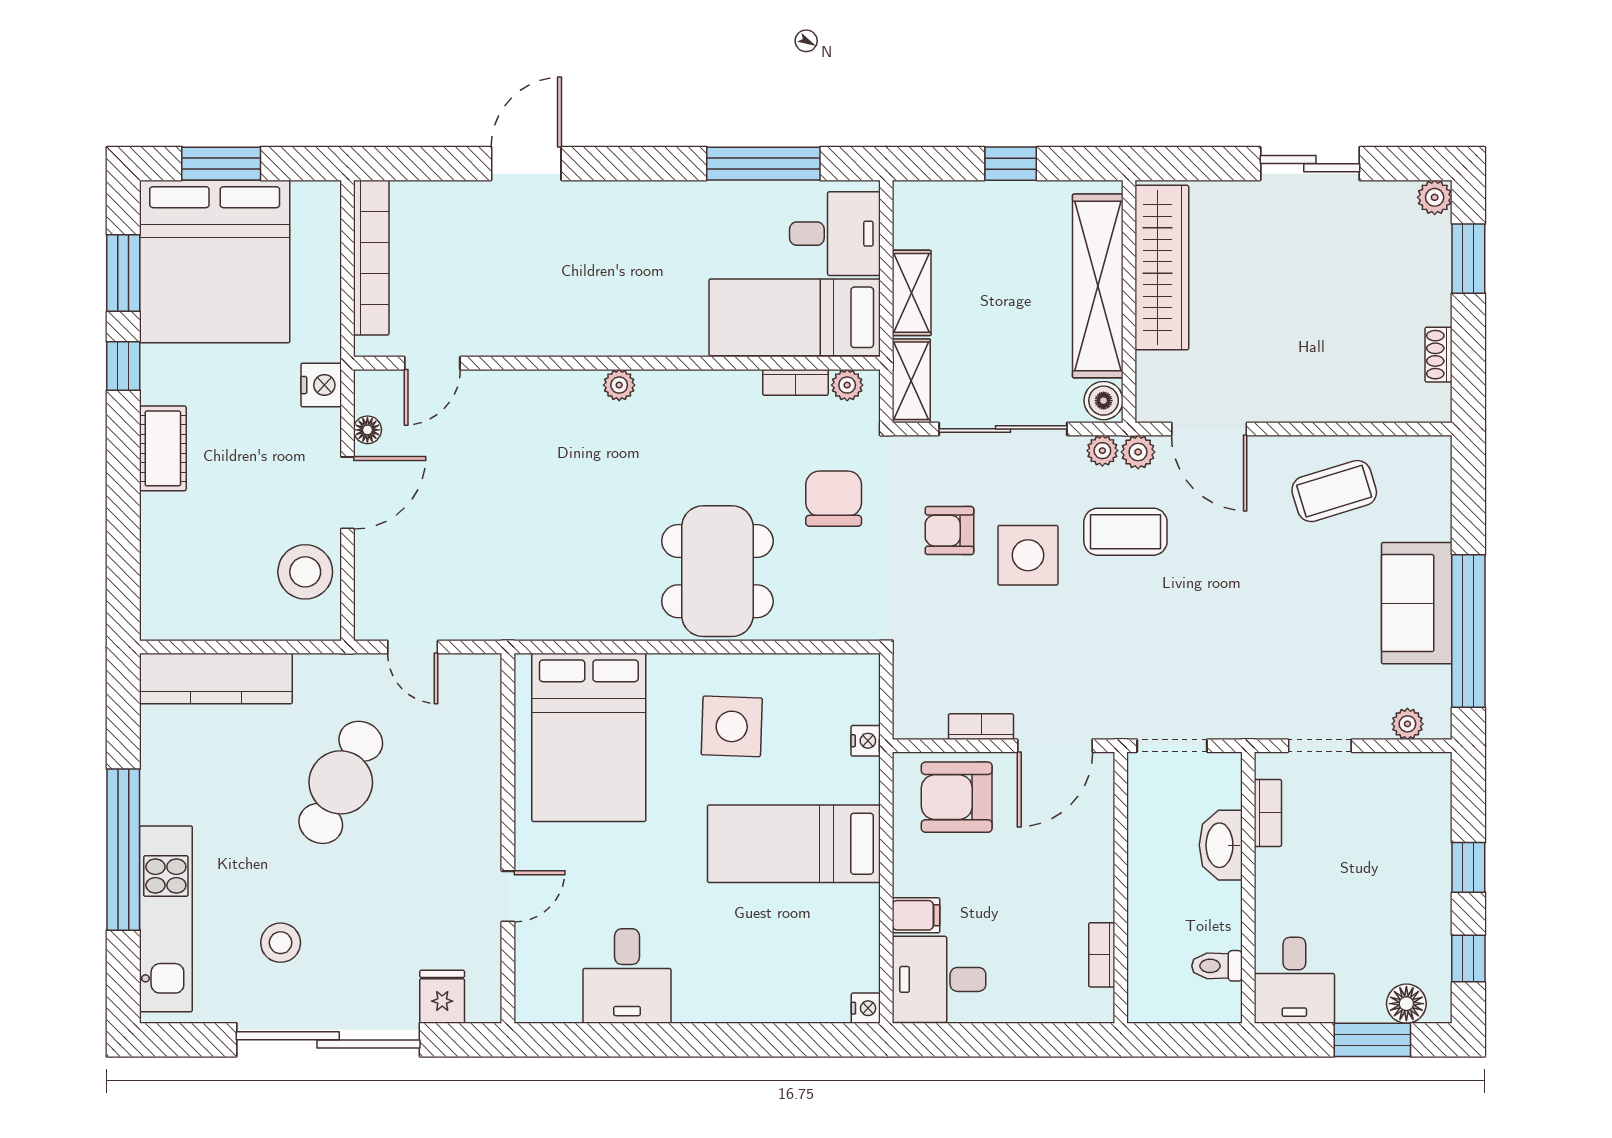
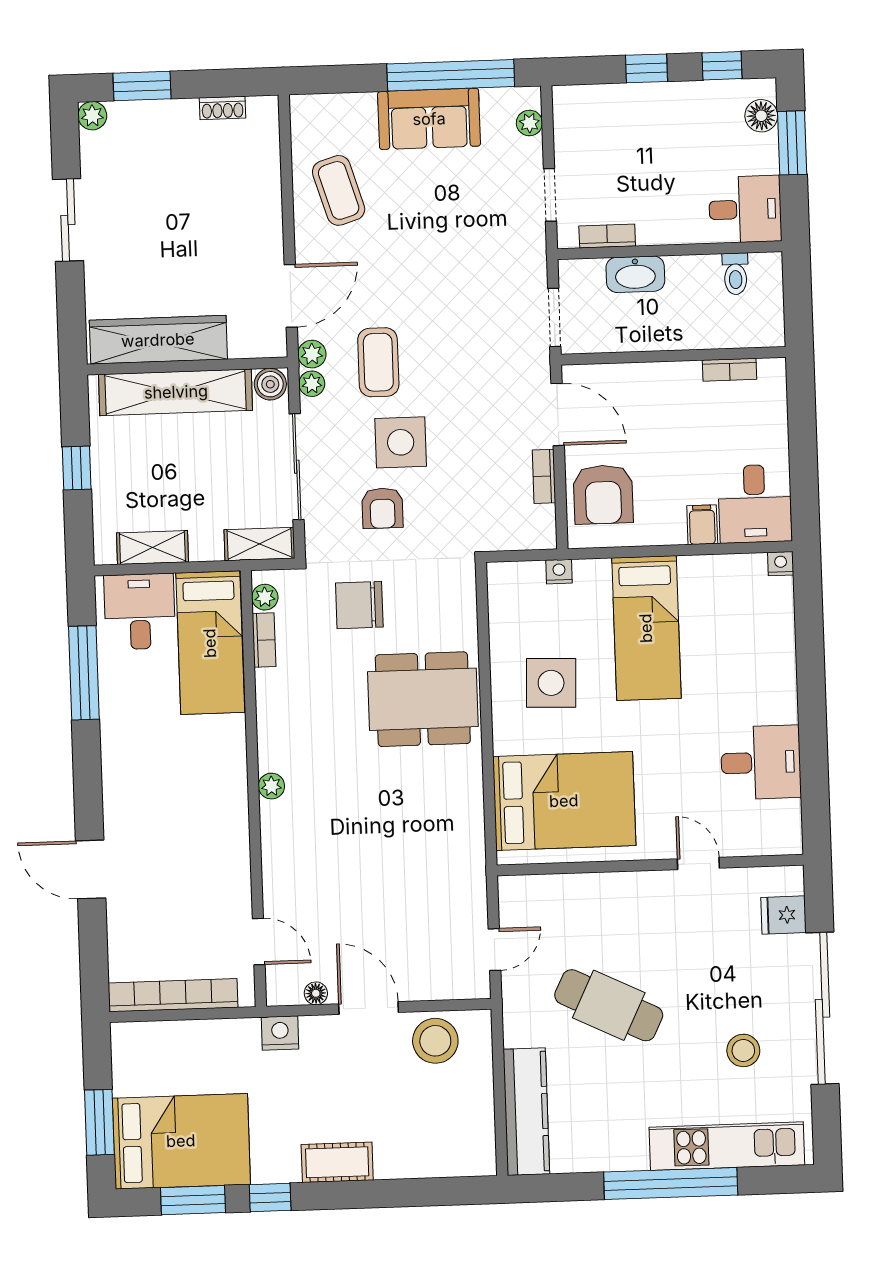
bed: (215, 262) -> (181, 1141), width x0.73
shelving: (912, 293) -> (152, 547), moved

